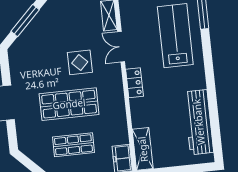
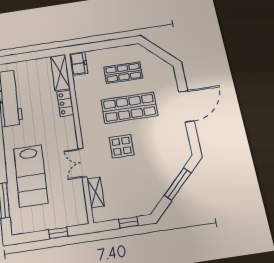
double door: (121, 47) -> (83, 163), swing flipped
locker: (134, 83) -> (65, 103), moved

